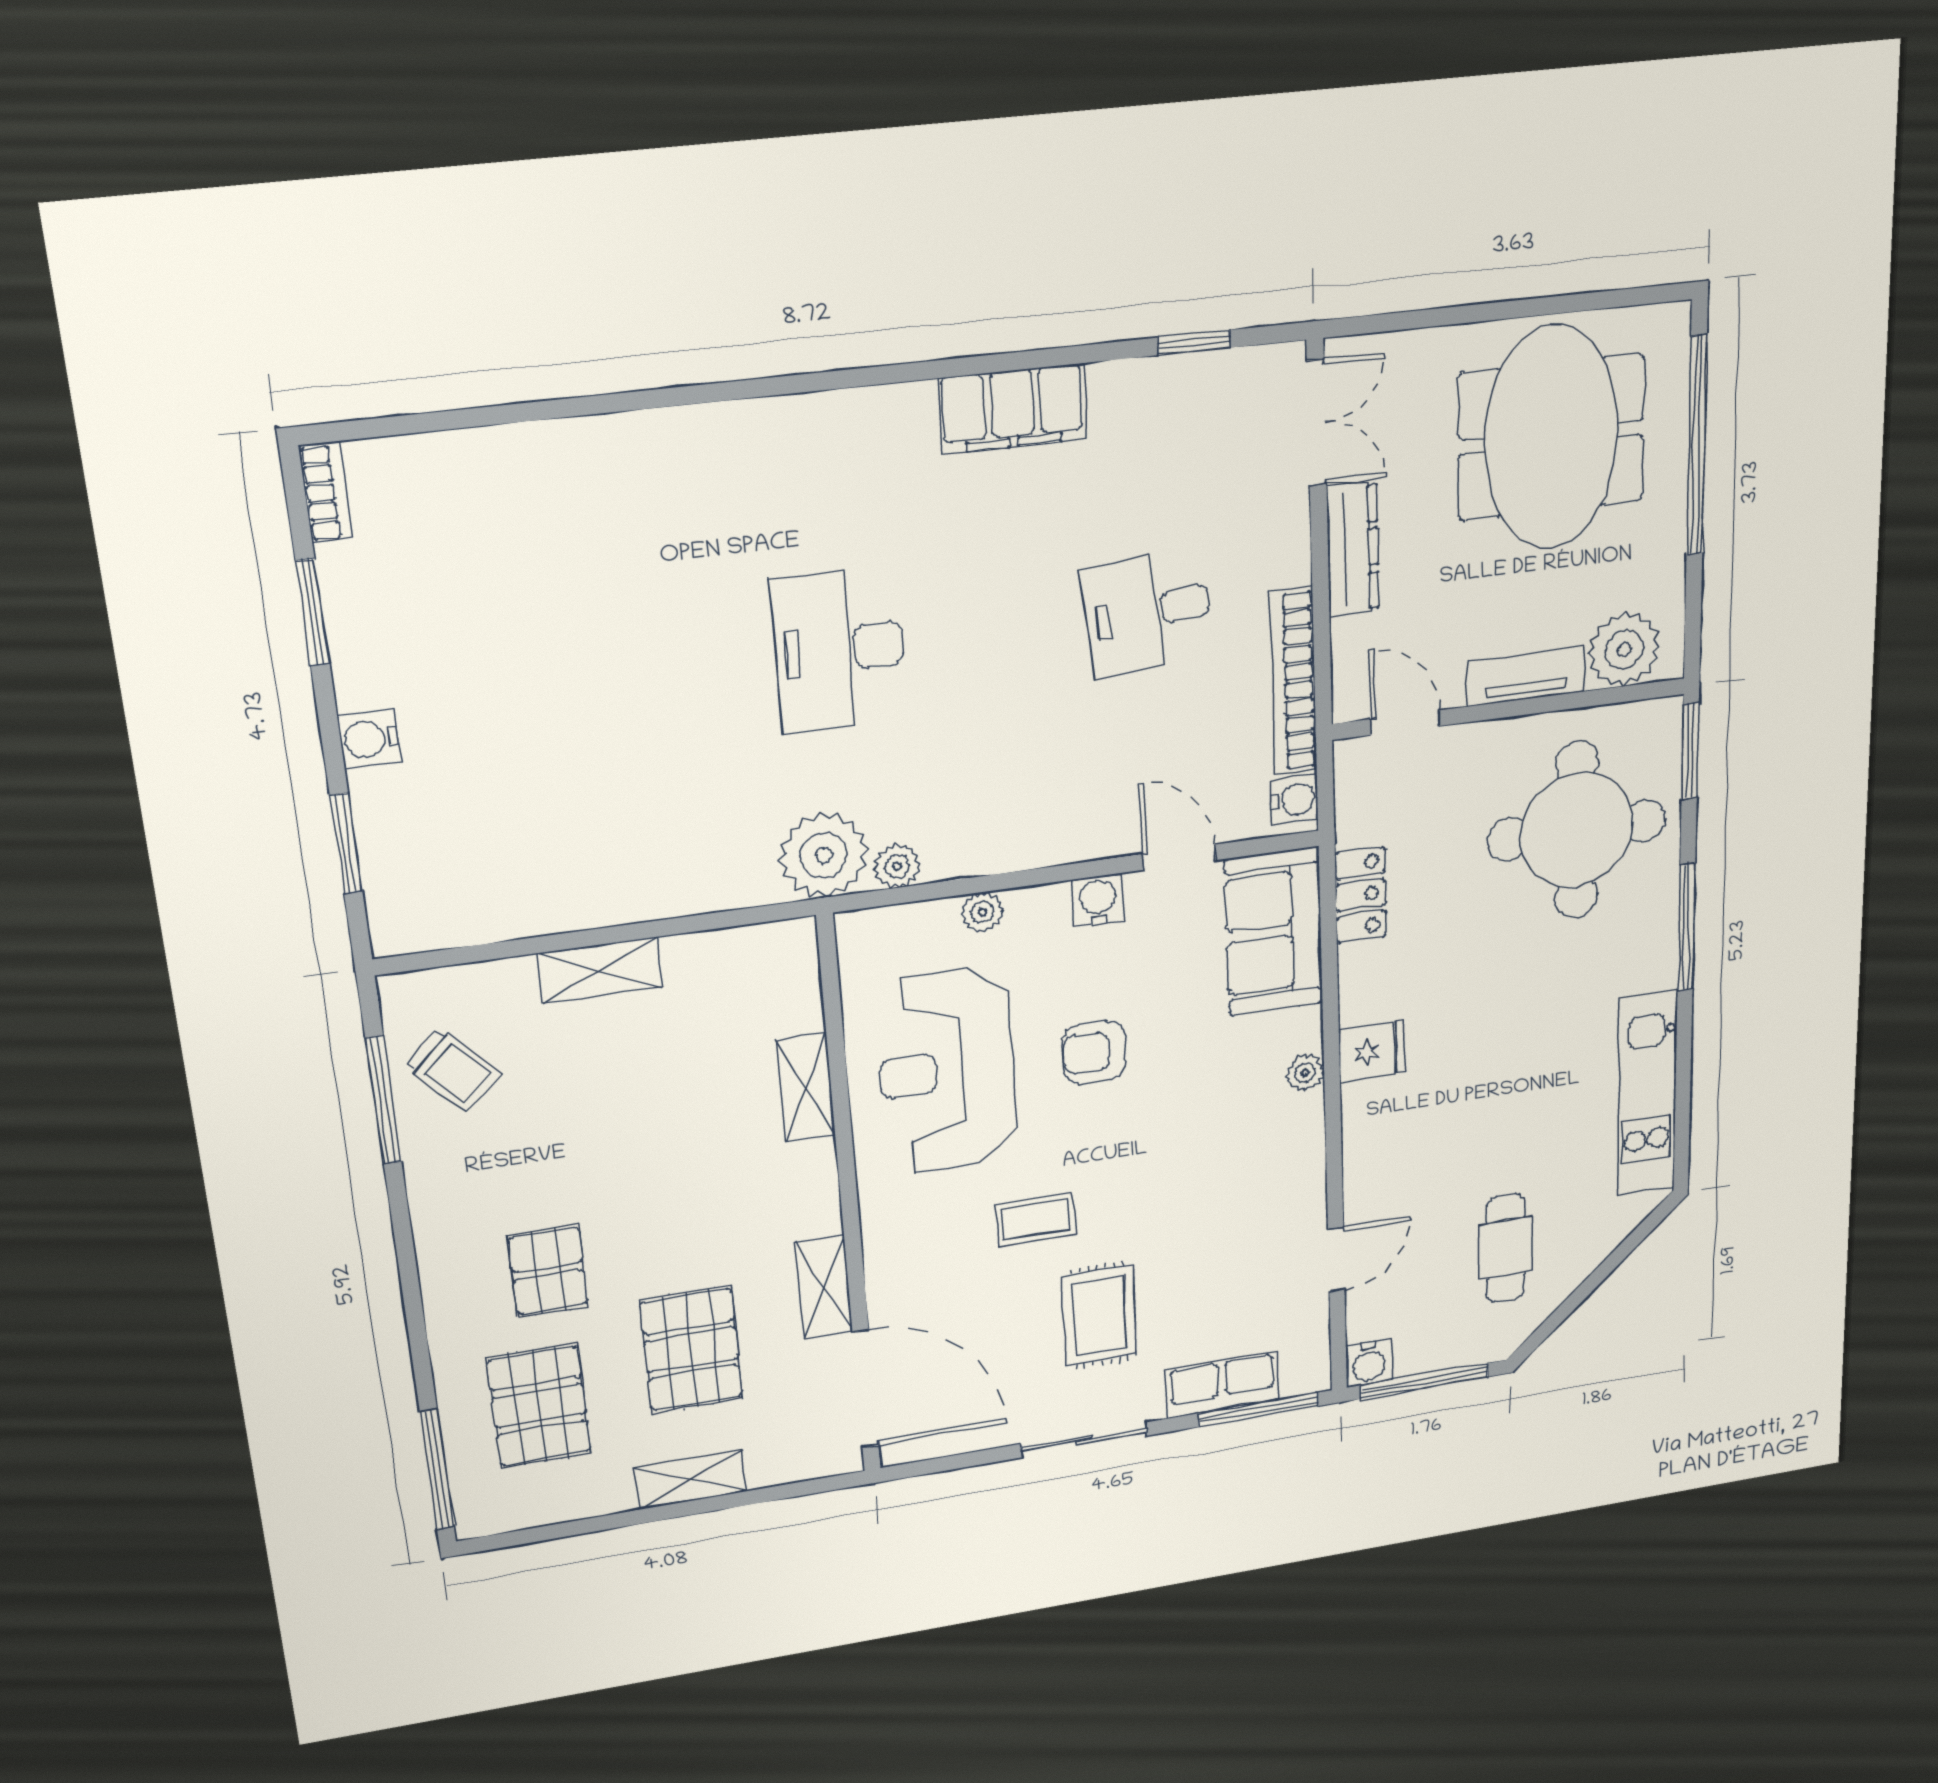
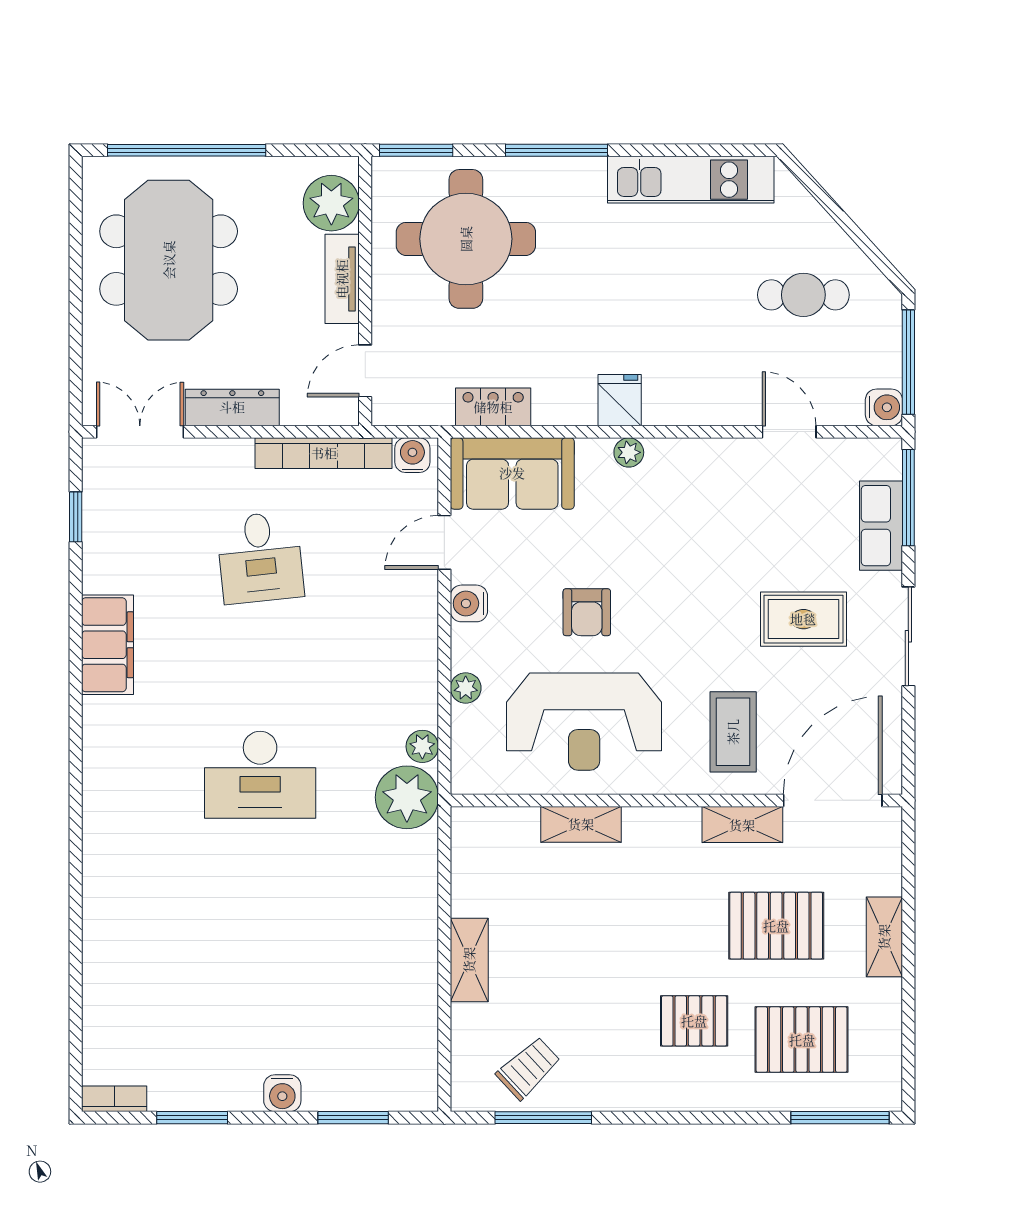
meeting table: (1551, 437) -> (169, 260), turned 90
coffee table: (1036, 1219) -> (733, 732), moved, width x1.36, depth x1.30

